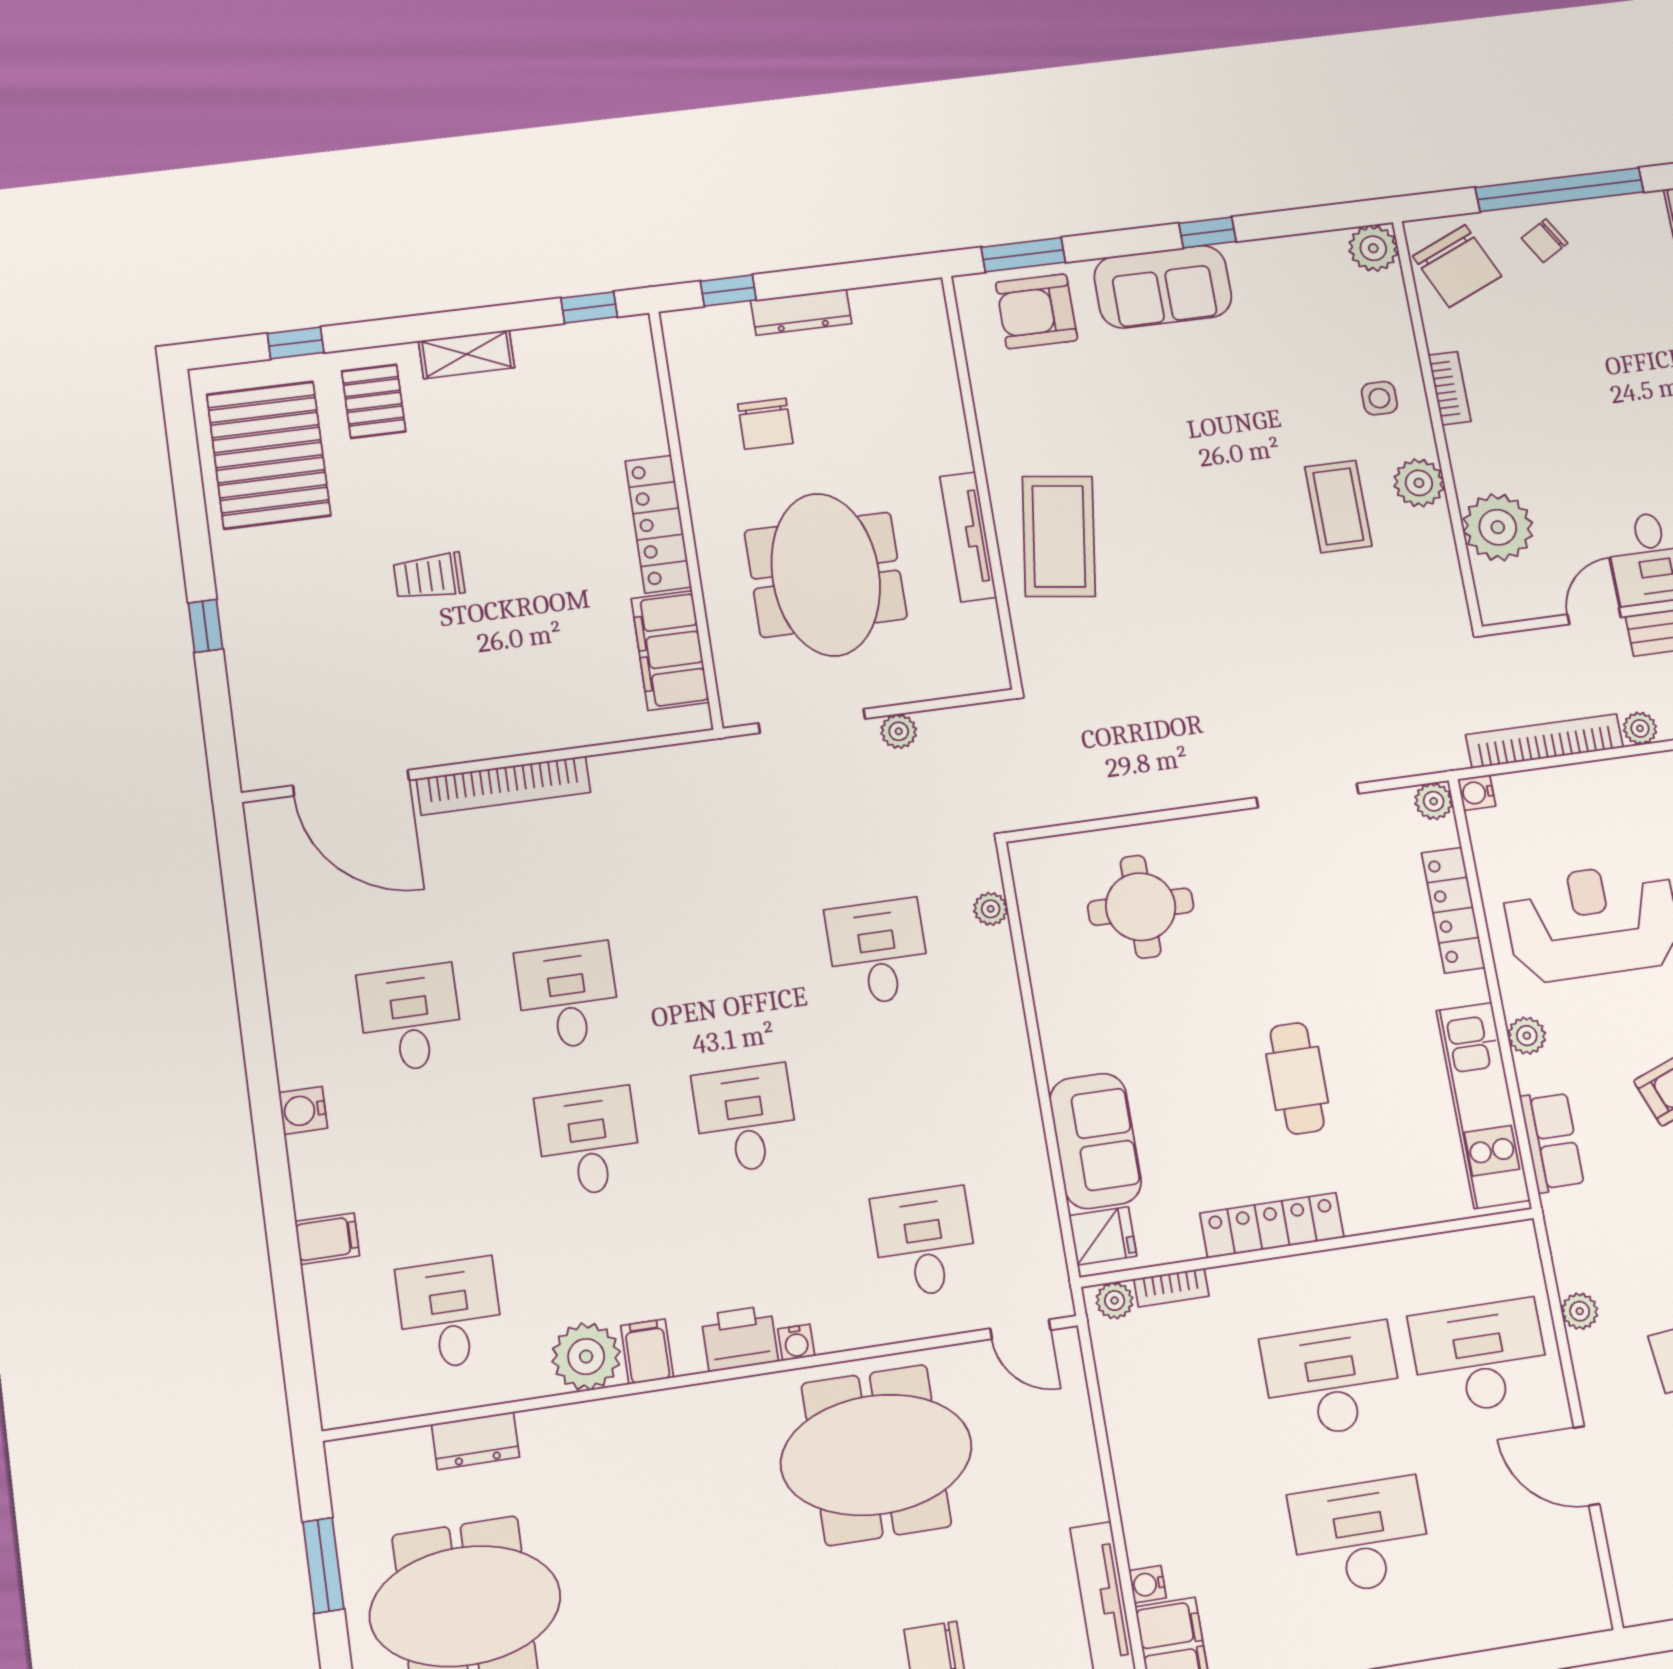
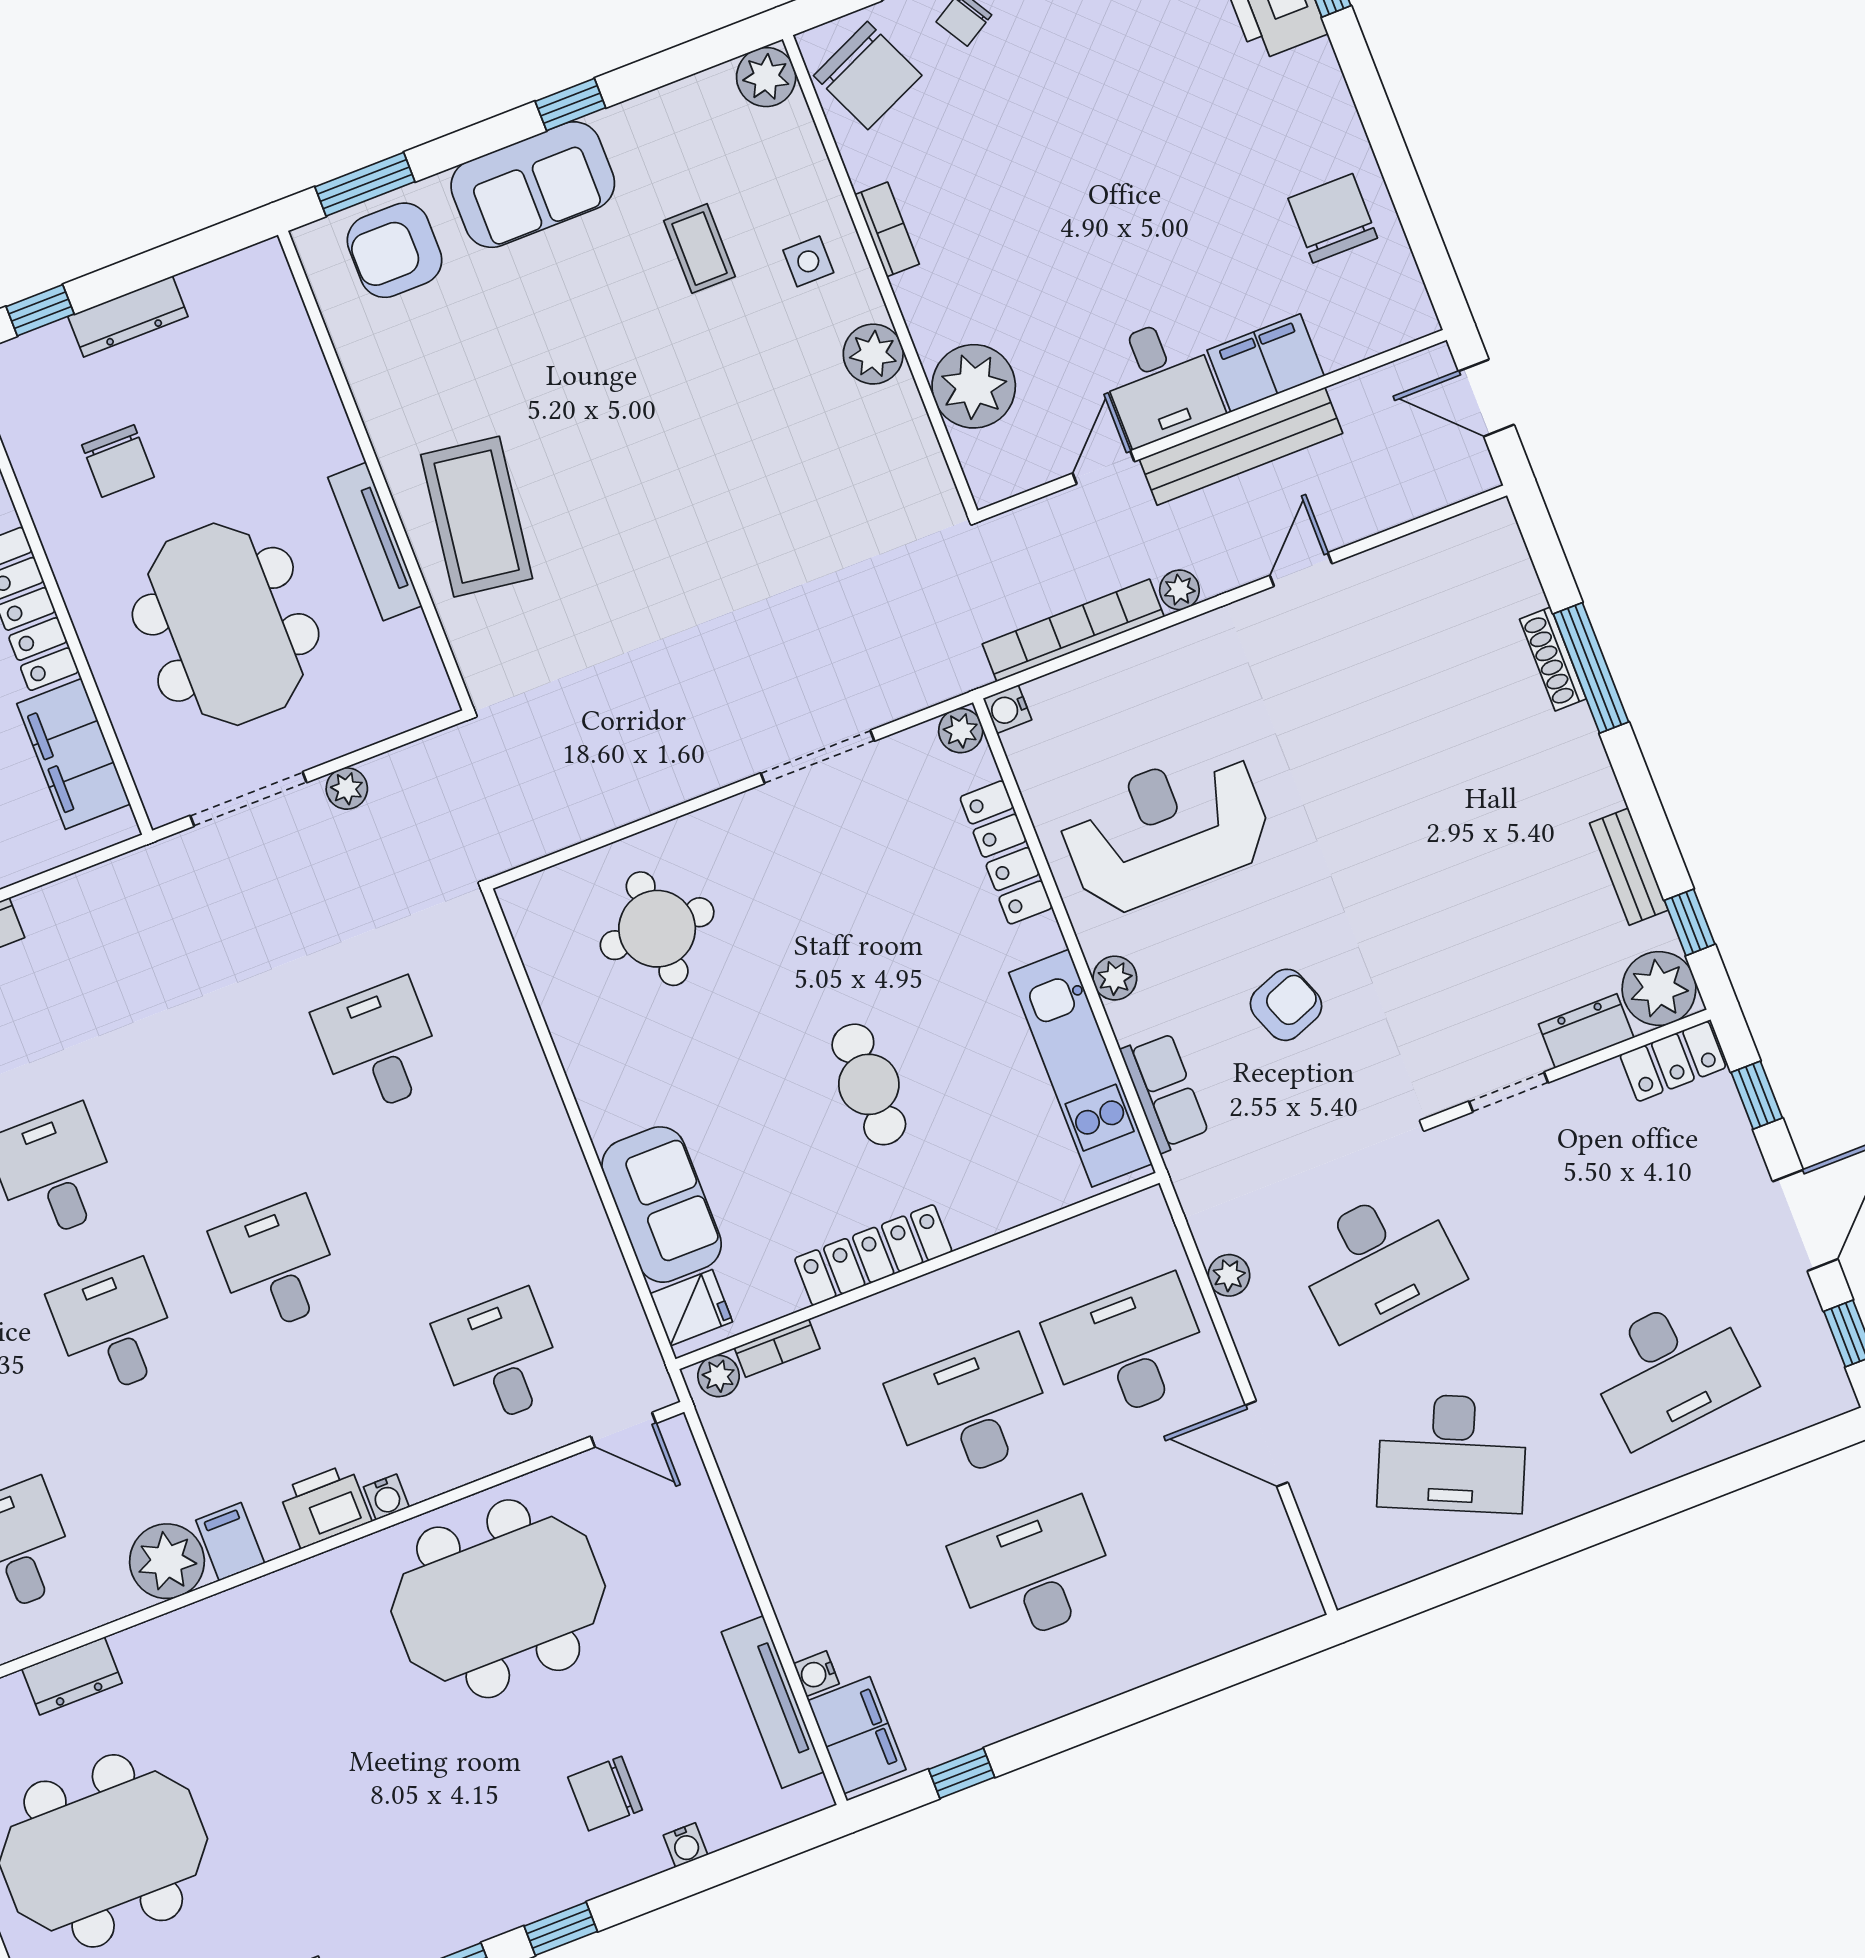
coffee table: (1338, 506) -> (700, 249), moved, width x0.73, depth x0.77
plant: (991, 909) -> (492, 969), removed

